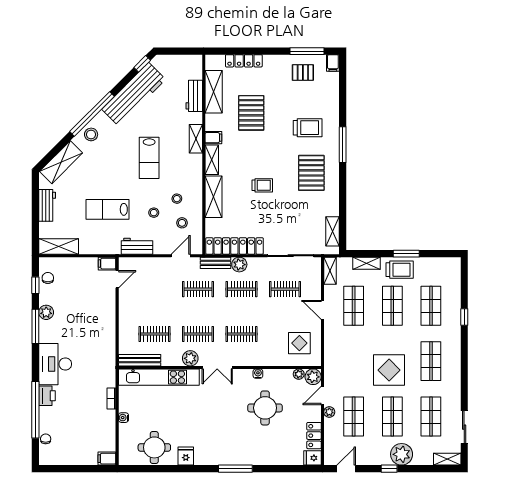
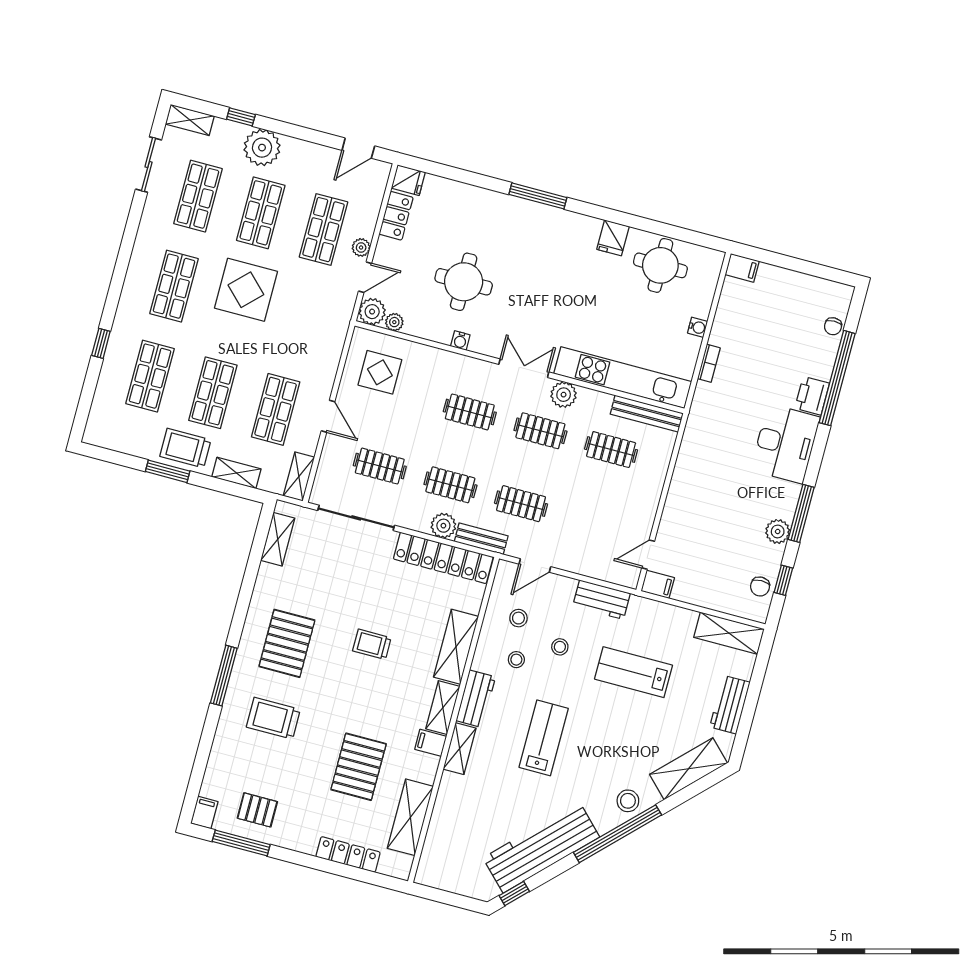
workbench: (194, 96) -> (476, 699), moved
lab bench: (108, 209) -> (634, 672), turned 180
window: (389, 469) -> (241, 117), moved

